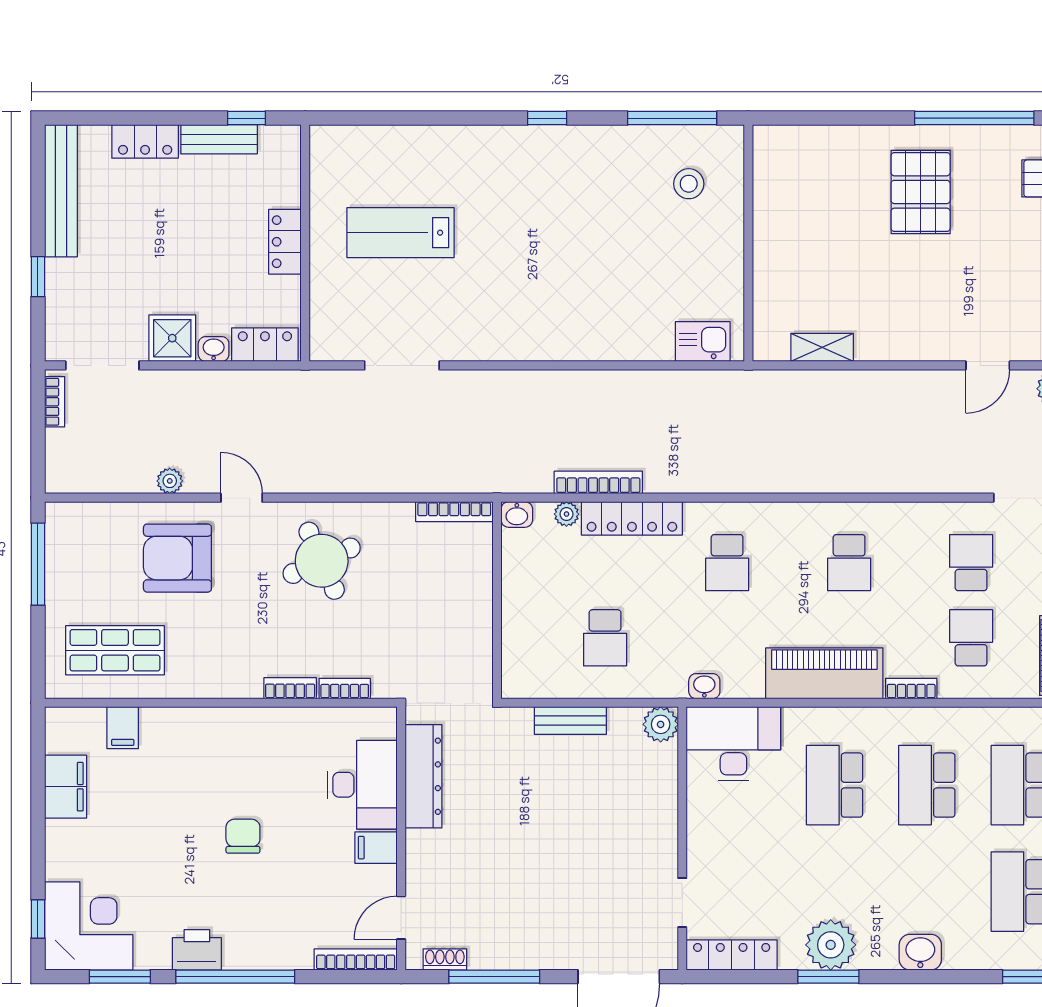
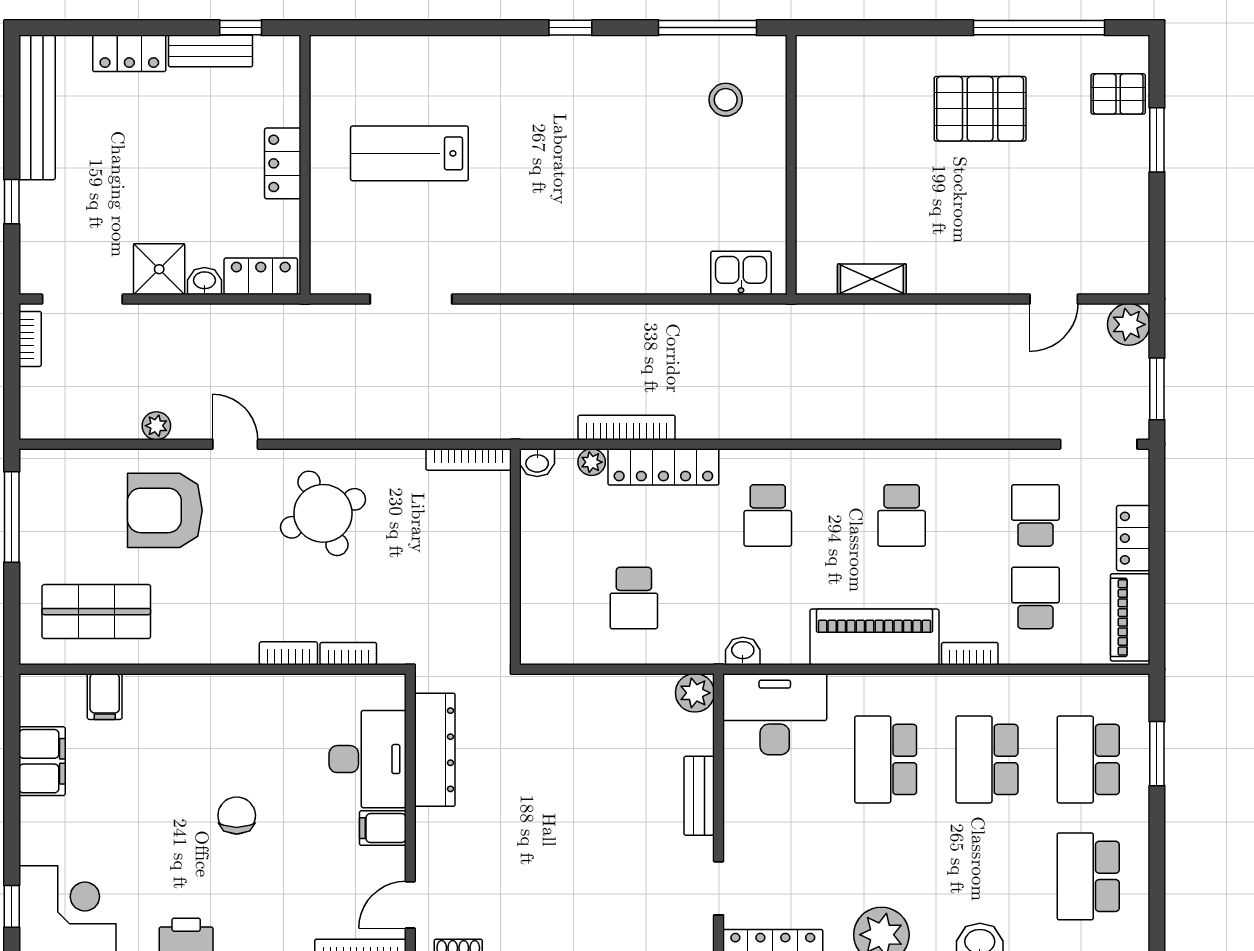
pallet: (921, 192) -> (980, 109), turned 90
bench: (570, 721) -> (699, 796), moved, turned 90

